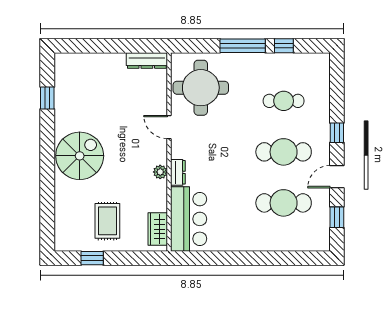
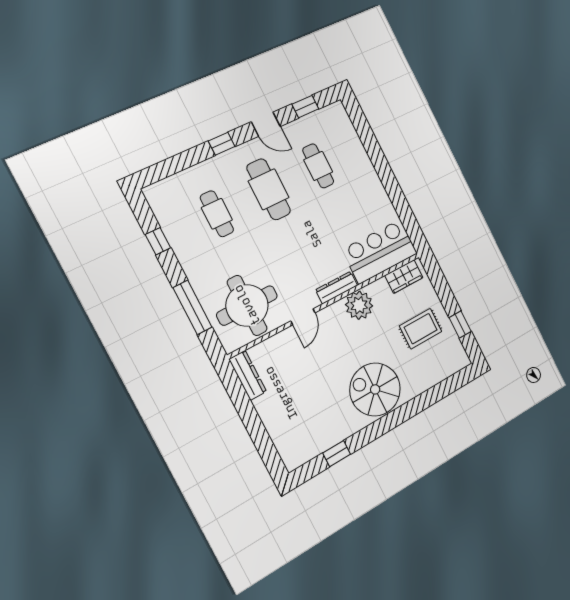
window: (243, 46) -> (193, 307), moved
plant: (160, 172) -> (359, 305), width x1.88, depth x1.88
dresser: (178, 172) -> (337, 288), width x1.44
cafe table: (284, 203) -> (318, 166), width x0.73, depth x0.74

